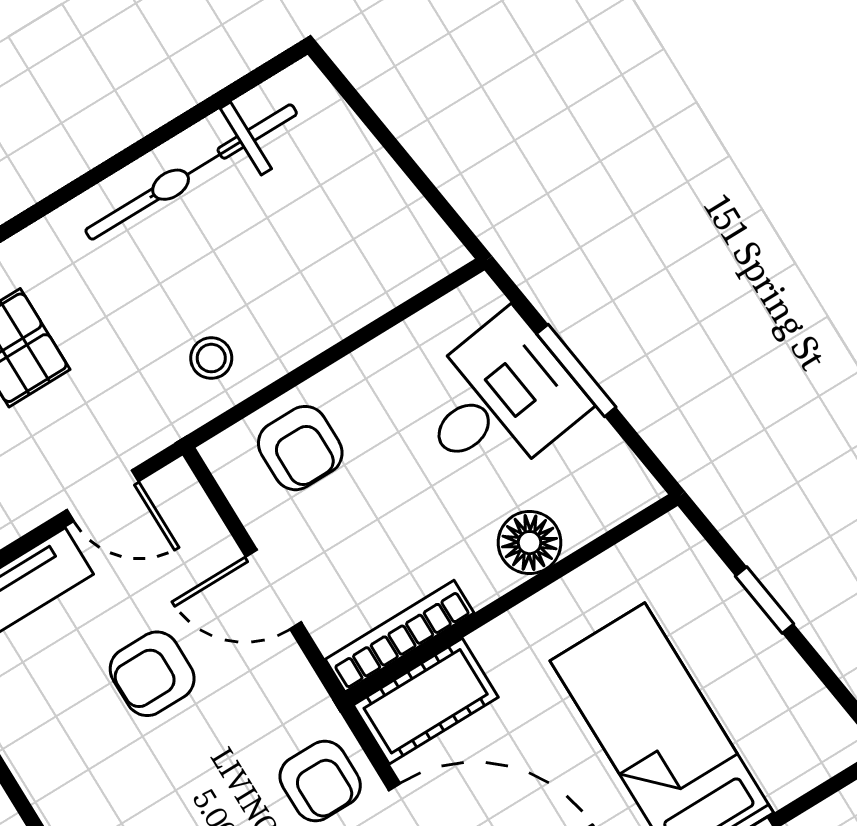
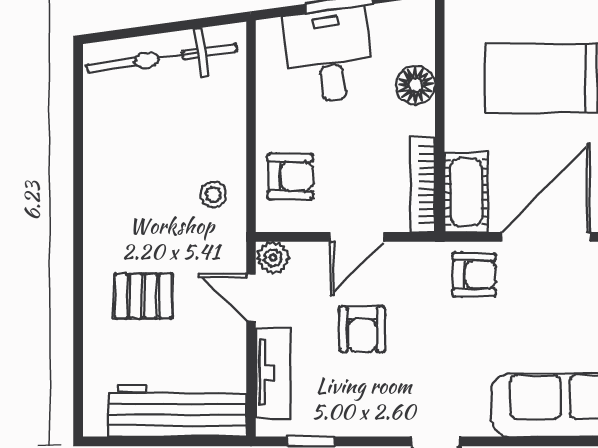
bicycle: (191, 172) -> (162, 58), moved, turned 82
plant: (175, 492) -> (273, 258), added
door: (103, 496) -> (251, 297), swing flipped

